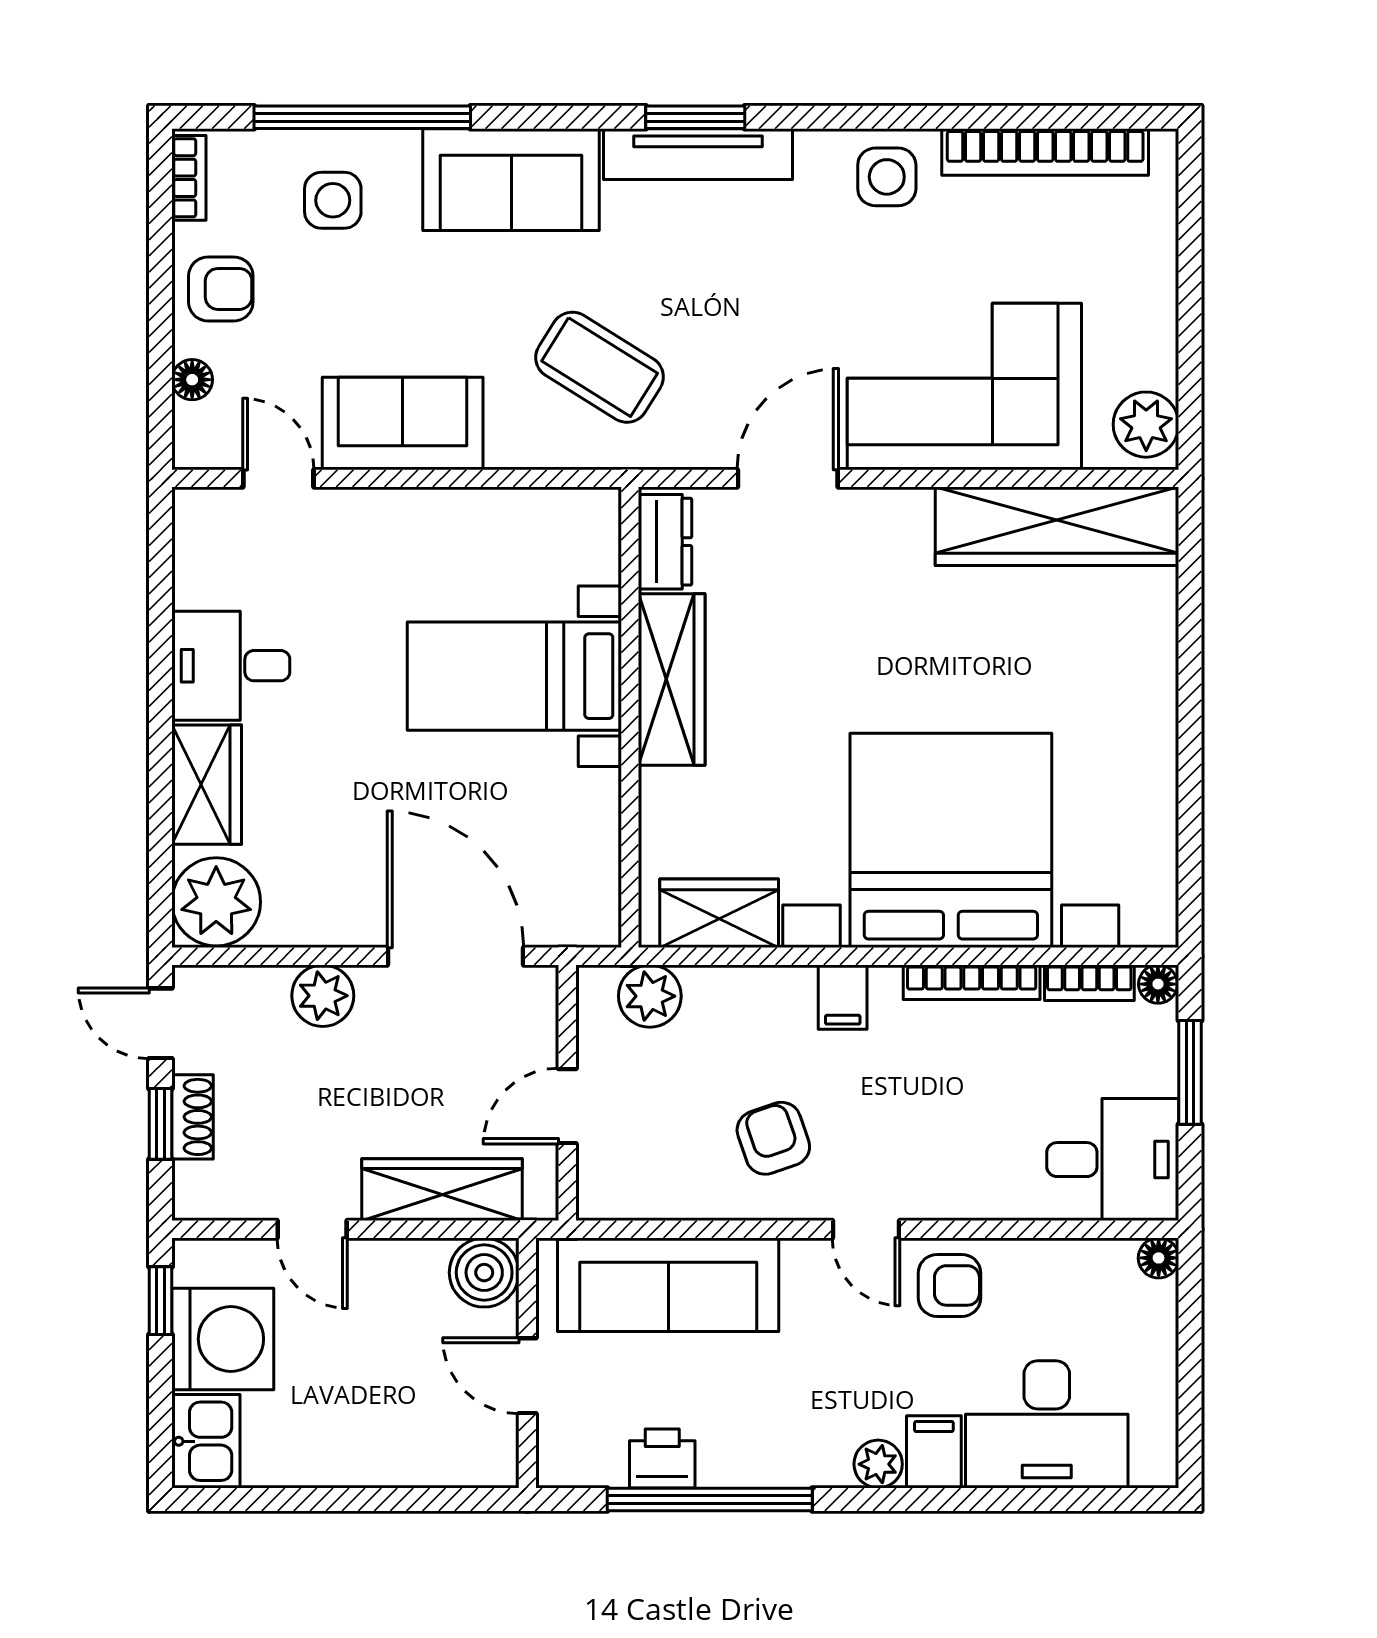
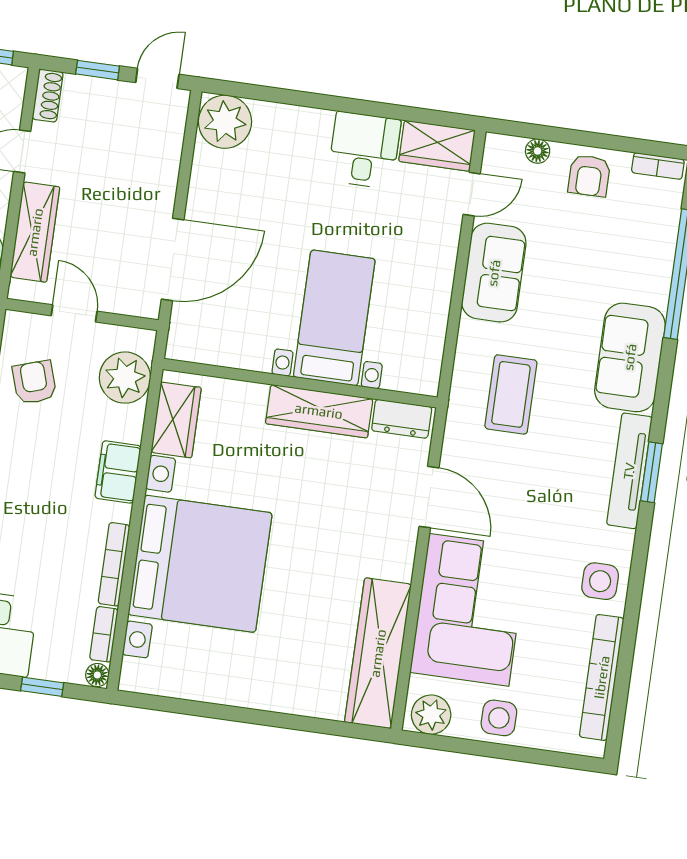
side table: (333, 200) -> (499, 718), moved
coffee table: (600, 367) -> (511, 394), turned -32
wardrobe: (207, 785) -> (437, 146), moved
plant: (323, 996) -> (160, 177), removed
plant: (650, 996) -> (125, 378), width x1.36, depth x1.36
filing cabinet: (843, 997) -> (118, 472), width x2.00
window: (1190, 1072) -> (42, 687), width x0.67
shoe rack: (192, 1117) -> (48, 96), moved, turned -90
armchair: (773, 1138) -> (34, 382), moved, turned -89

